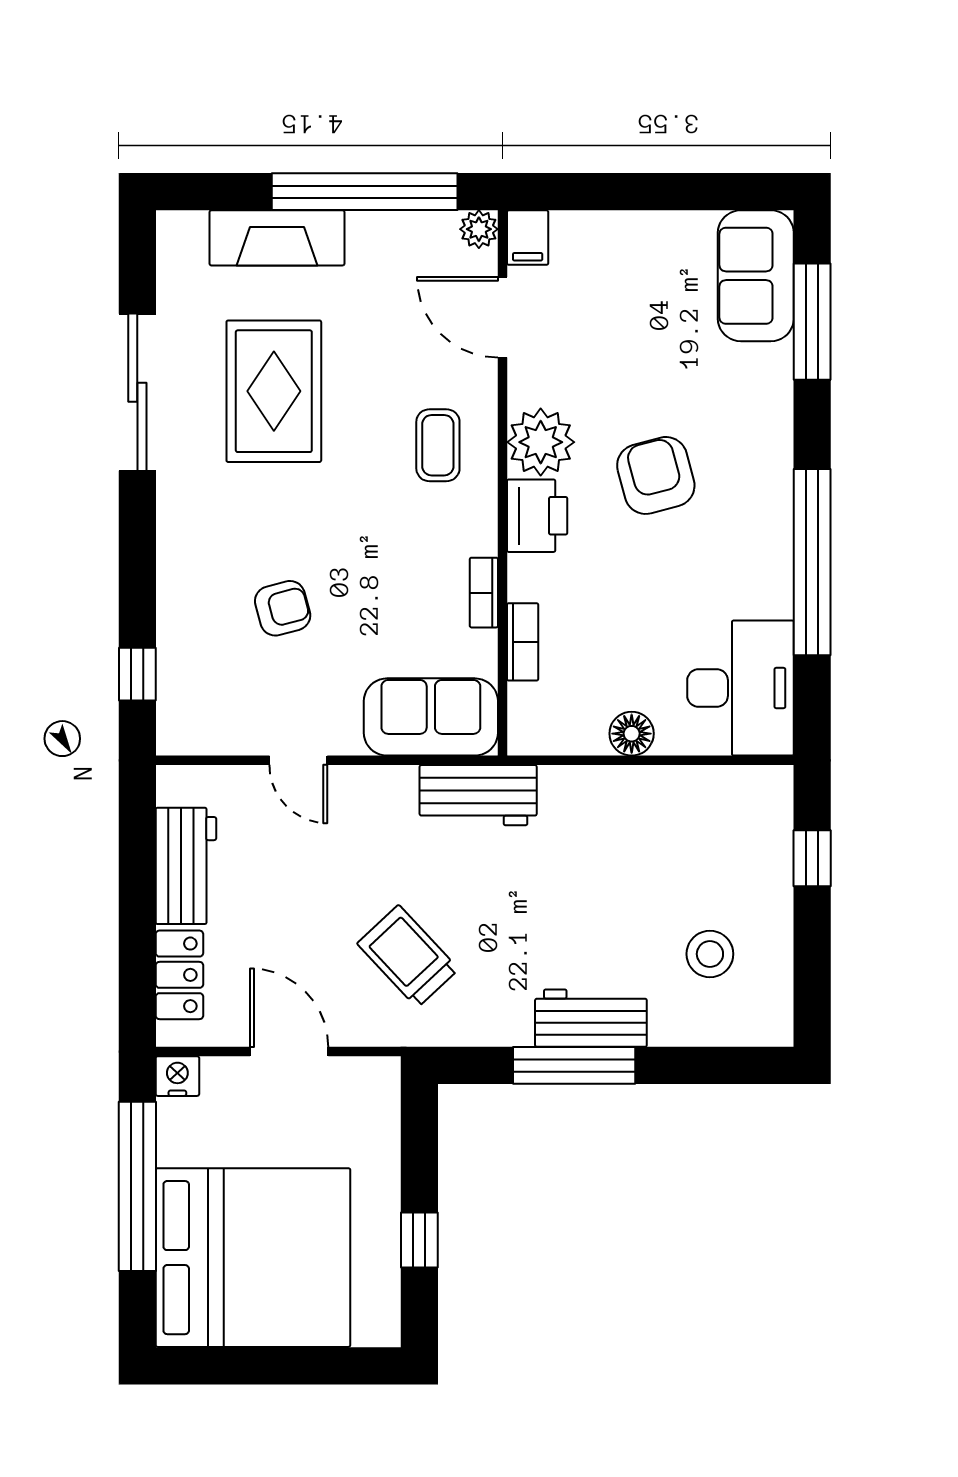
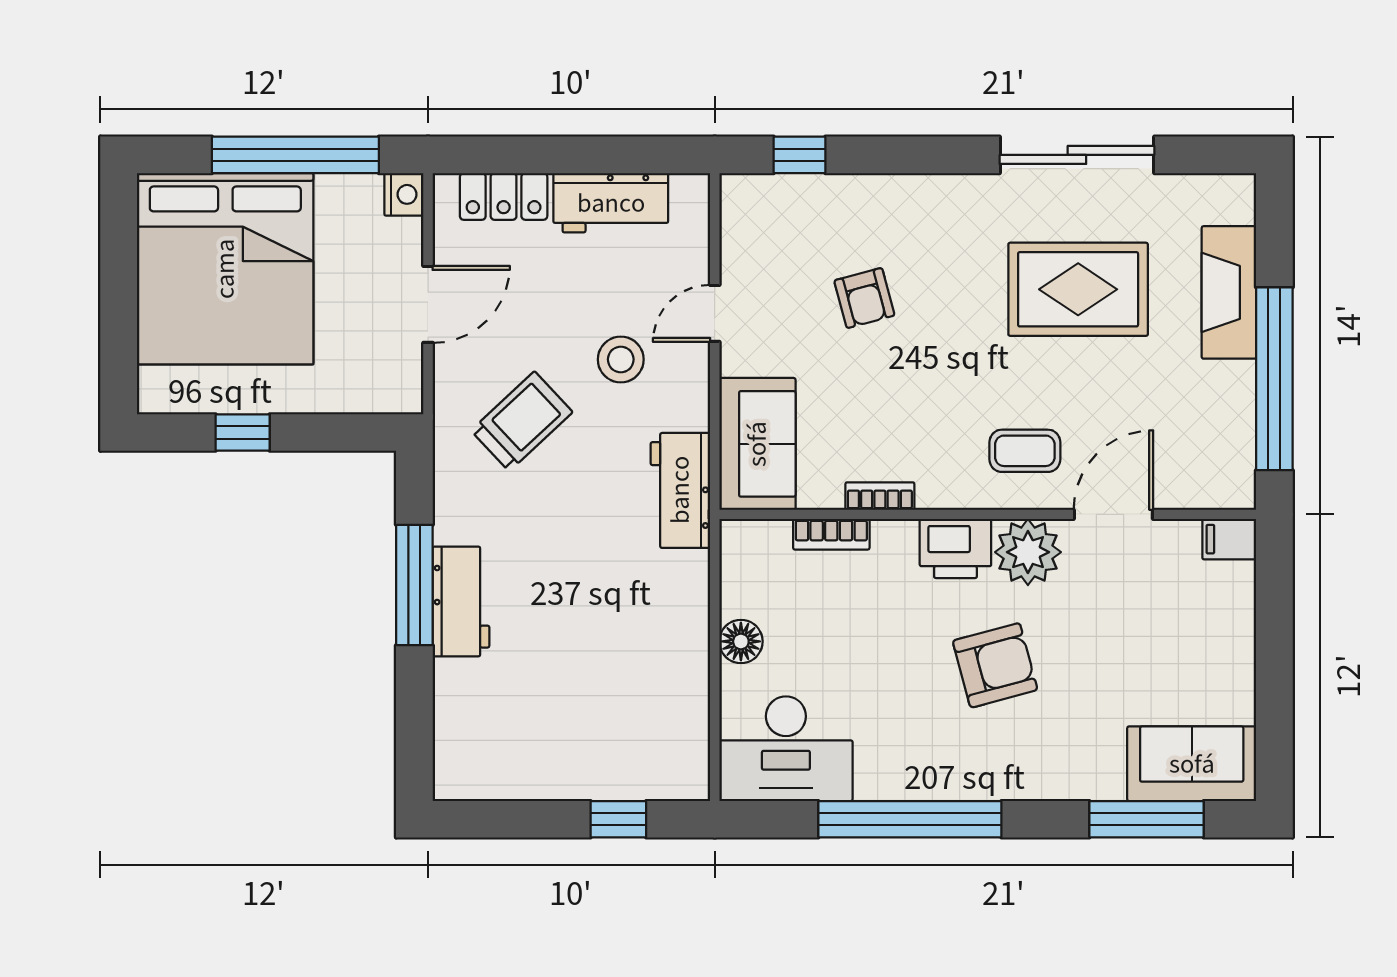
plant: (479, 229) -> (1238, 491), removed
door: (502, 317) -> (1113, 514), moved
stool: (710, 954) -> (621, 359), moved

